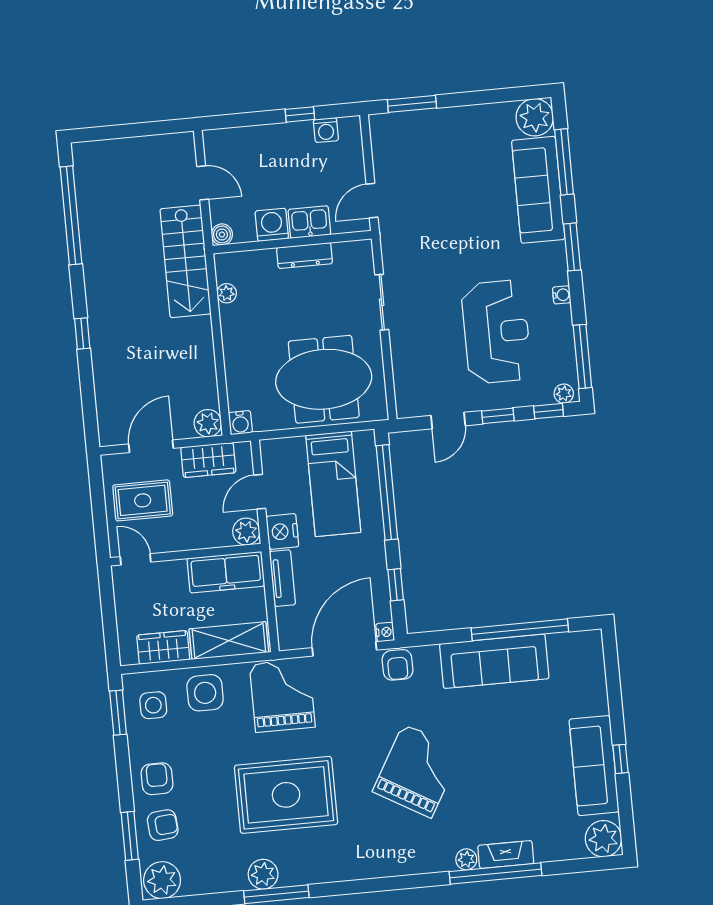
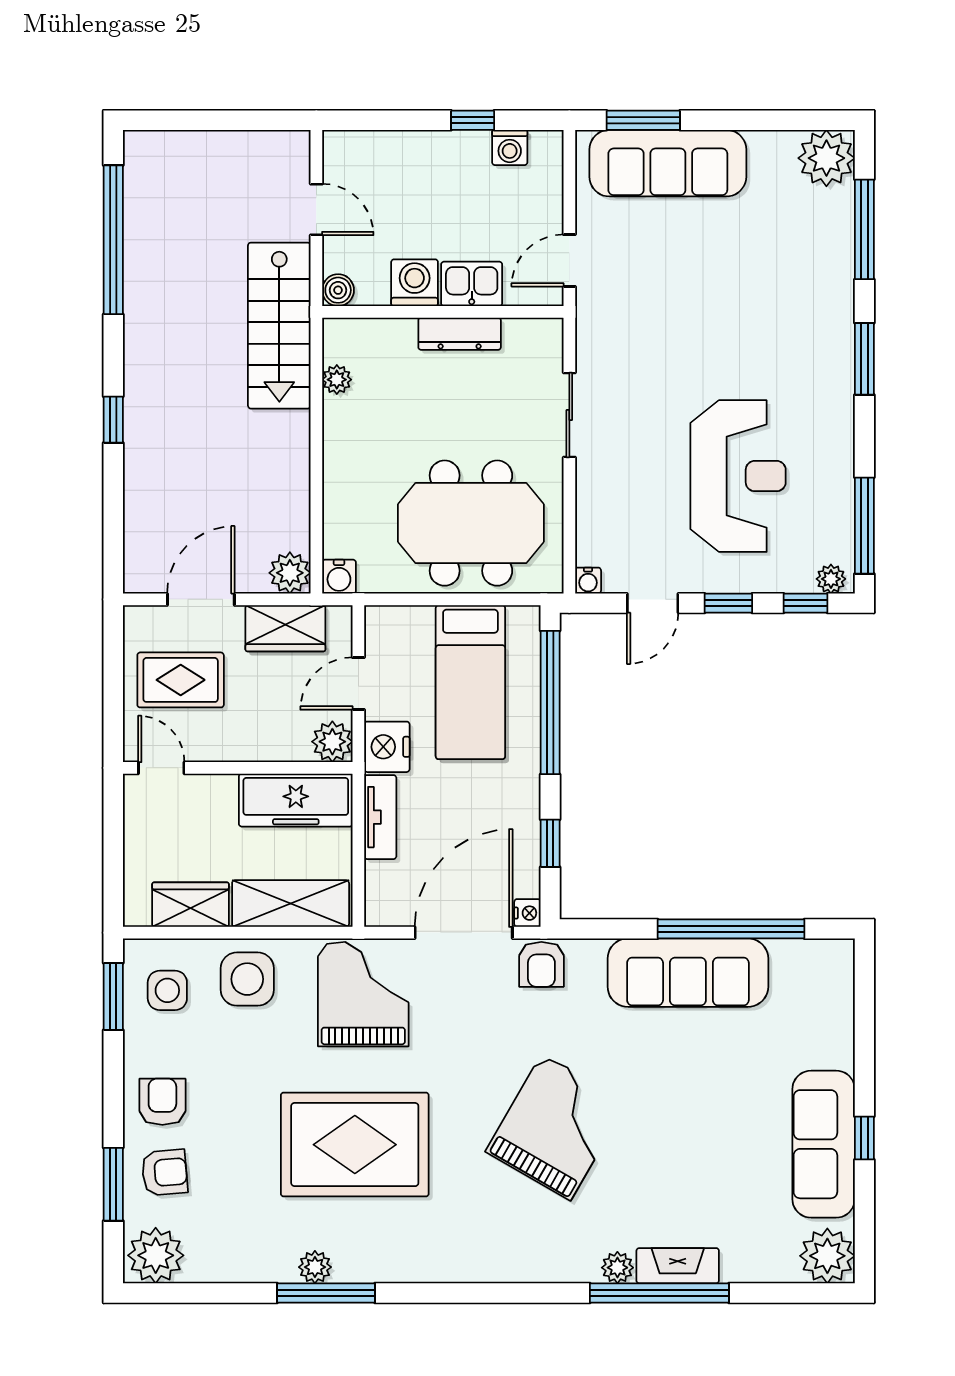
sofa: (538, 190) -> (668, 163), moved, turned -90
water cooler: (562, 295) -> (588, 581), moved, turned 90
plant: (263, 874) -> (315, 1267), width x0.73, depth x0.73

